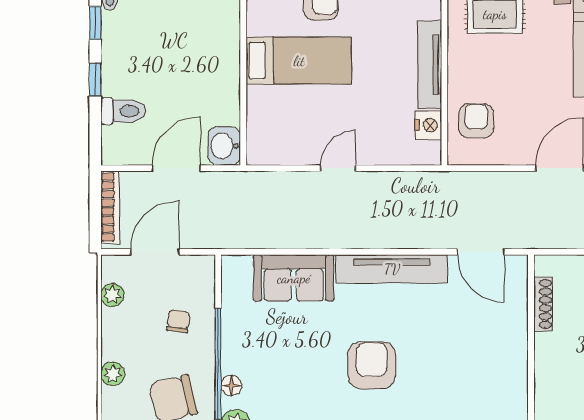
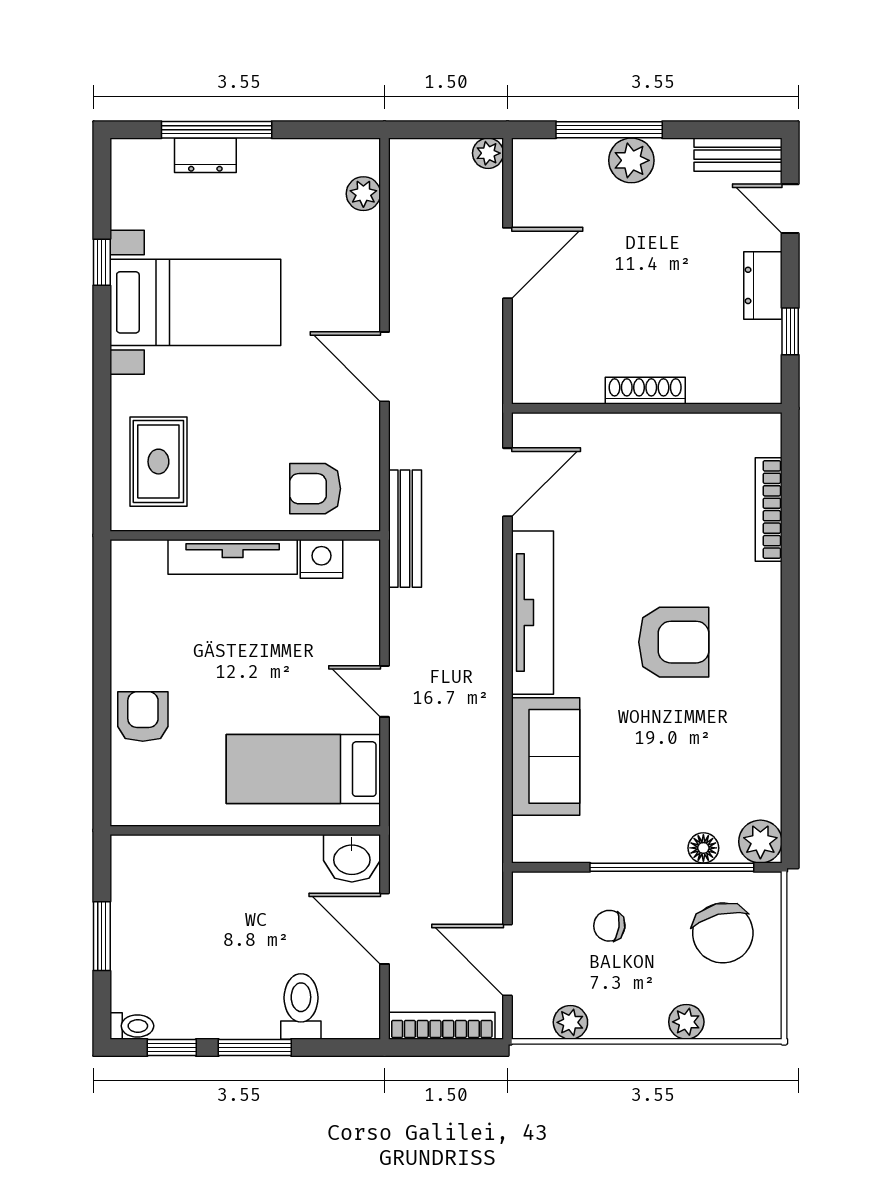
bed: (299, 61) -> (303, 769), moved, turned -90
window: (95, 80) -> (255, 1048), width x1.50
bench: (449, 182) -> (405, 529), added
shoe rack: (543, 304) -> (645, 391), moved
armchair: (372, 365) -> (674, 642), turned 180

